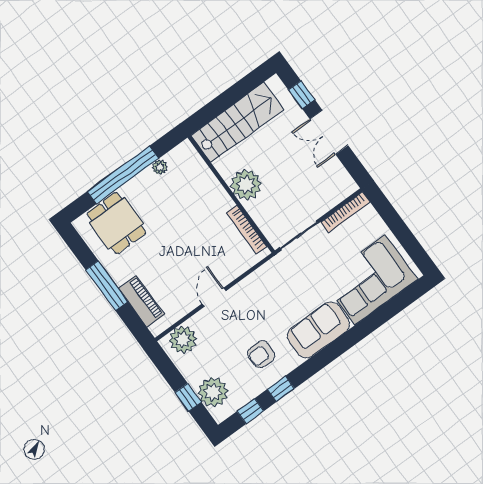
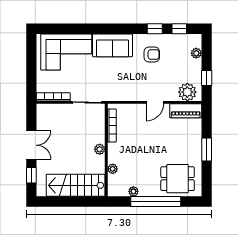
plant: (206, 176) -> (113, 169), added
plant: (246, 185) -> (100, 149), width x0.53, depth x0.53
dining table: (116, 223) -> (178, 179), turned 90
window: (107, 286) -> (207, 150), width x0.69
piano: (141, 301) -> (186, 111), moved, turned -90
plant: (213, 392) -> (196, 53), width x0.53, depth x0.53
window: (188, 397) -> (207, 78), moved

